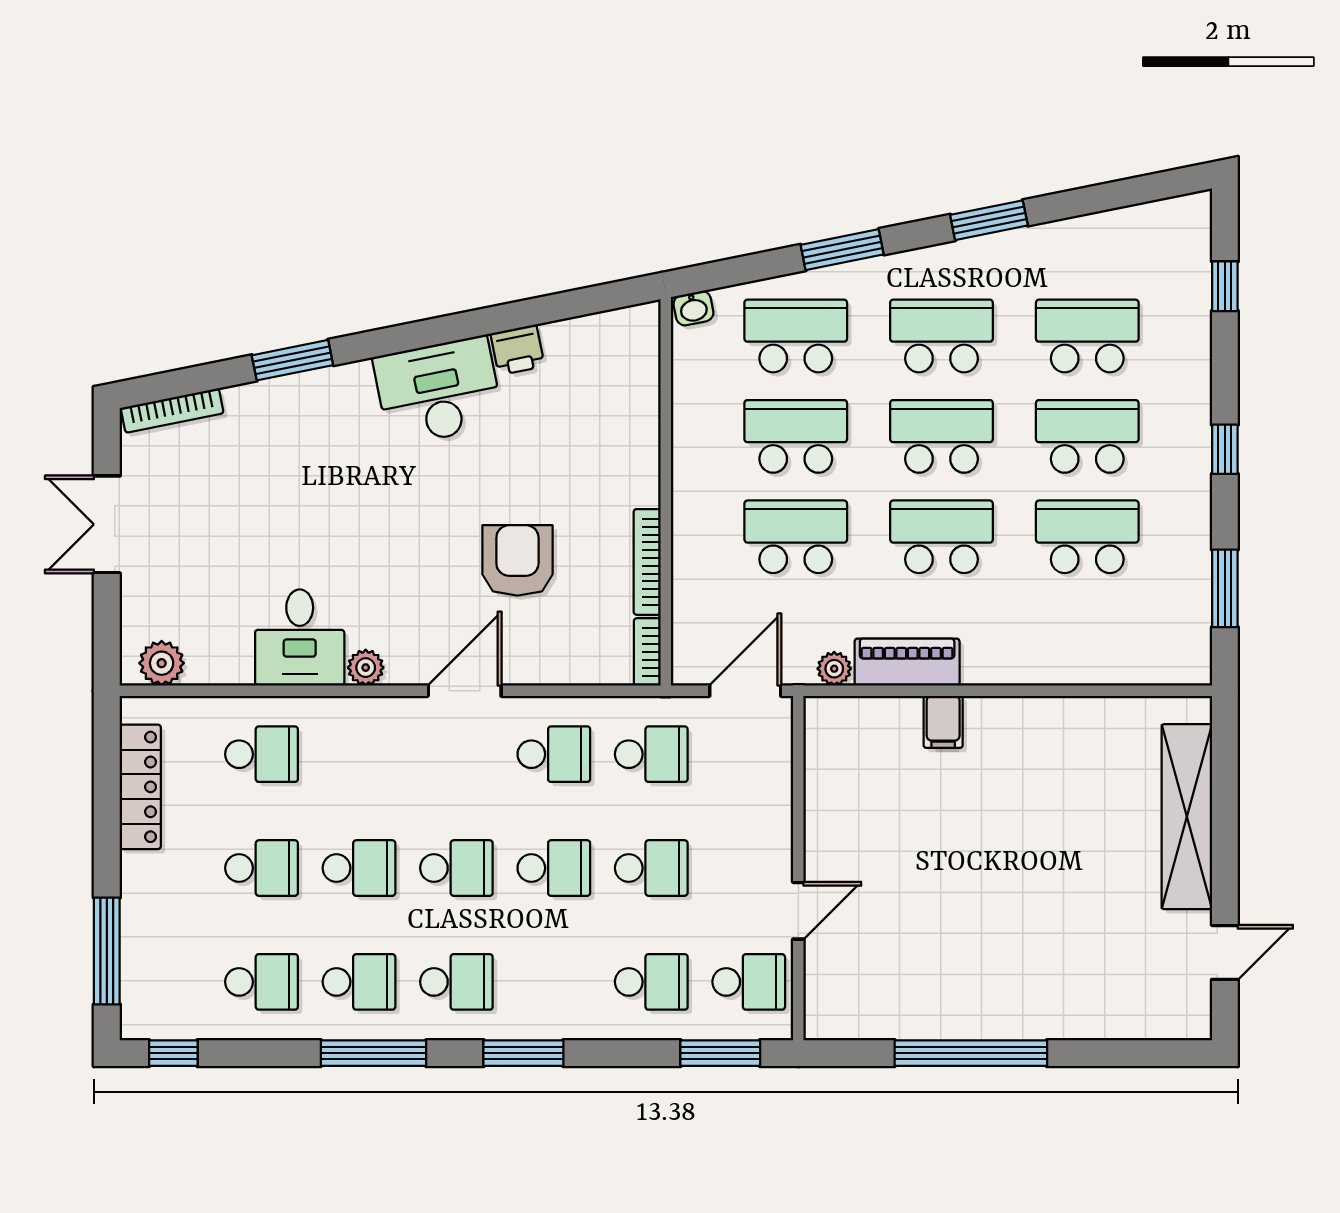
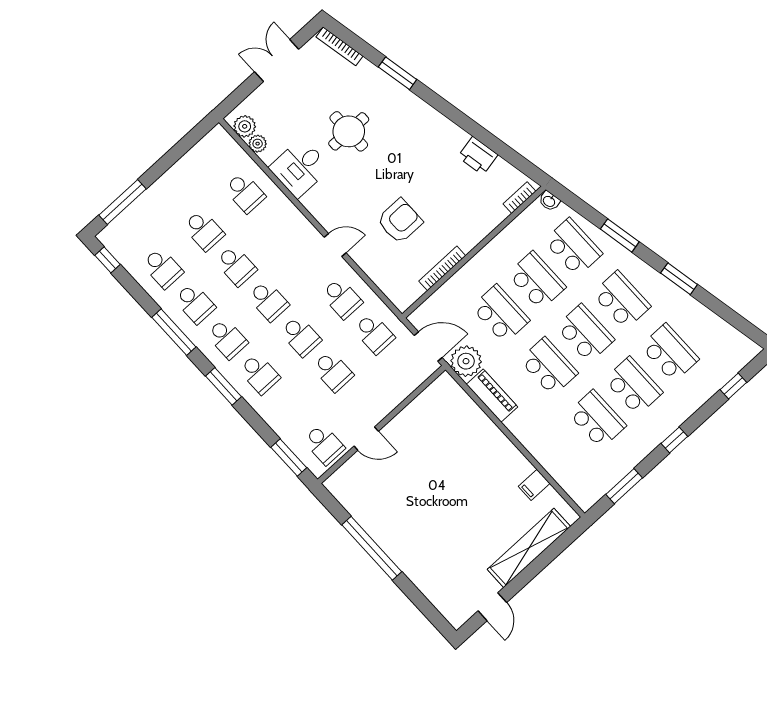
printer: (518, 350) -> (478, 156), width x1.36, depth x1.24
desk: (438, 391) -> (435, 136), removed
round table: (313, 514) -> (349, 131), added
bookcase: (647, 652) -> (519, 198), moved
plant: (366, 668) -> (258, 144), moved
plant: (834, 669) -> (466, 361), width x1.88, depth x1.88
door: (465, 691) -> (335, 245), width x0.73
filing cabinet: (943, 722) -> (534, 485), moved
locker: (140, 787) -> (193, 160), removed
door: (1225, 952) -> (492, 607), hinge flipped
school desk: (651, 982) -> (259, 374), moved

